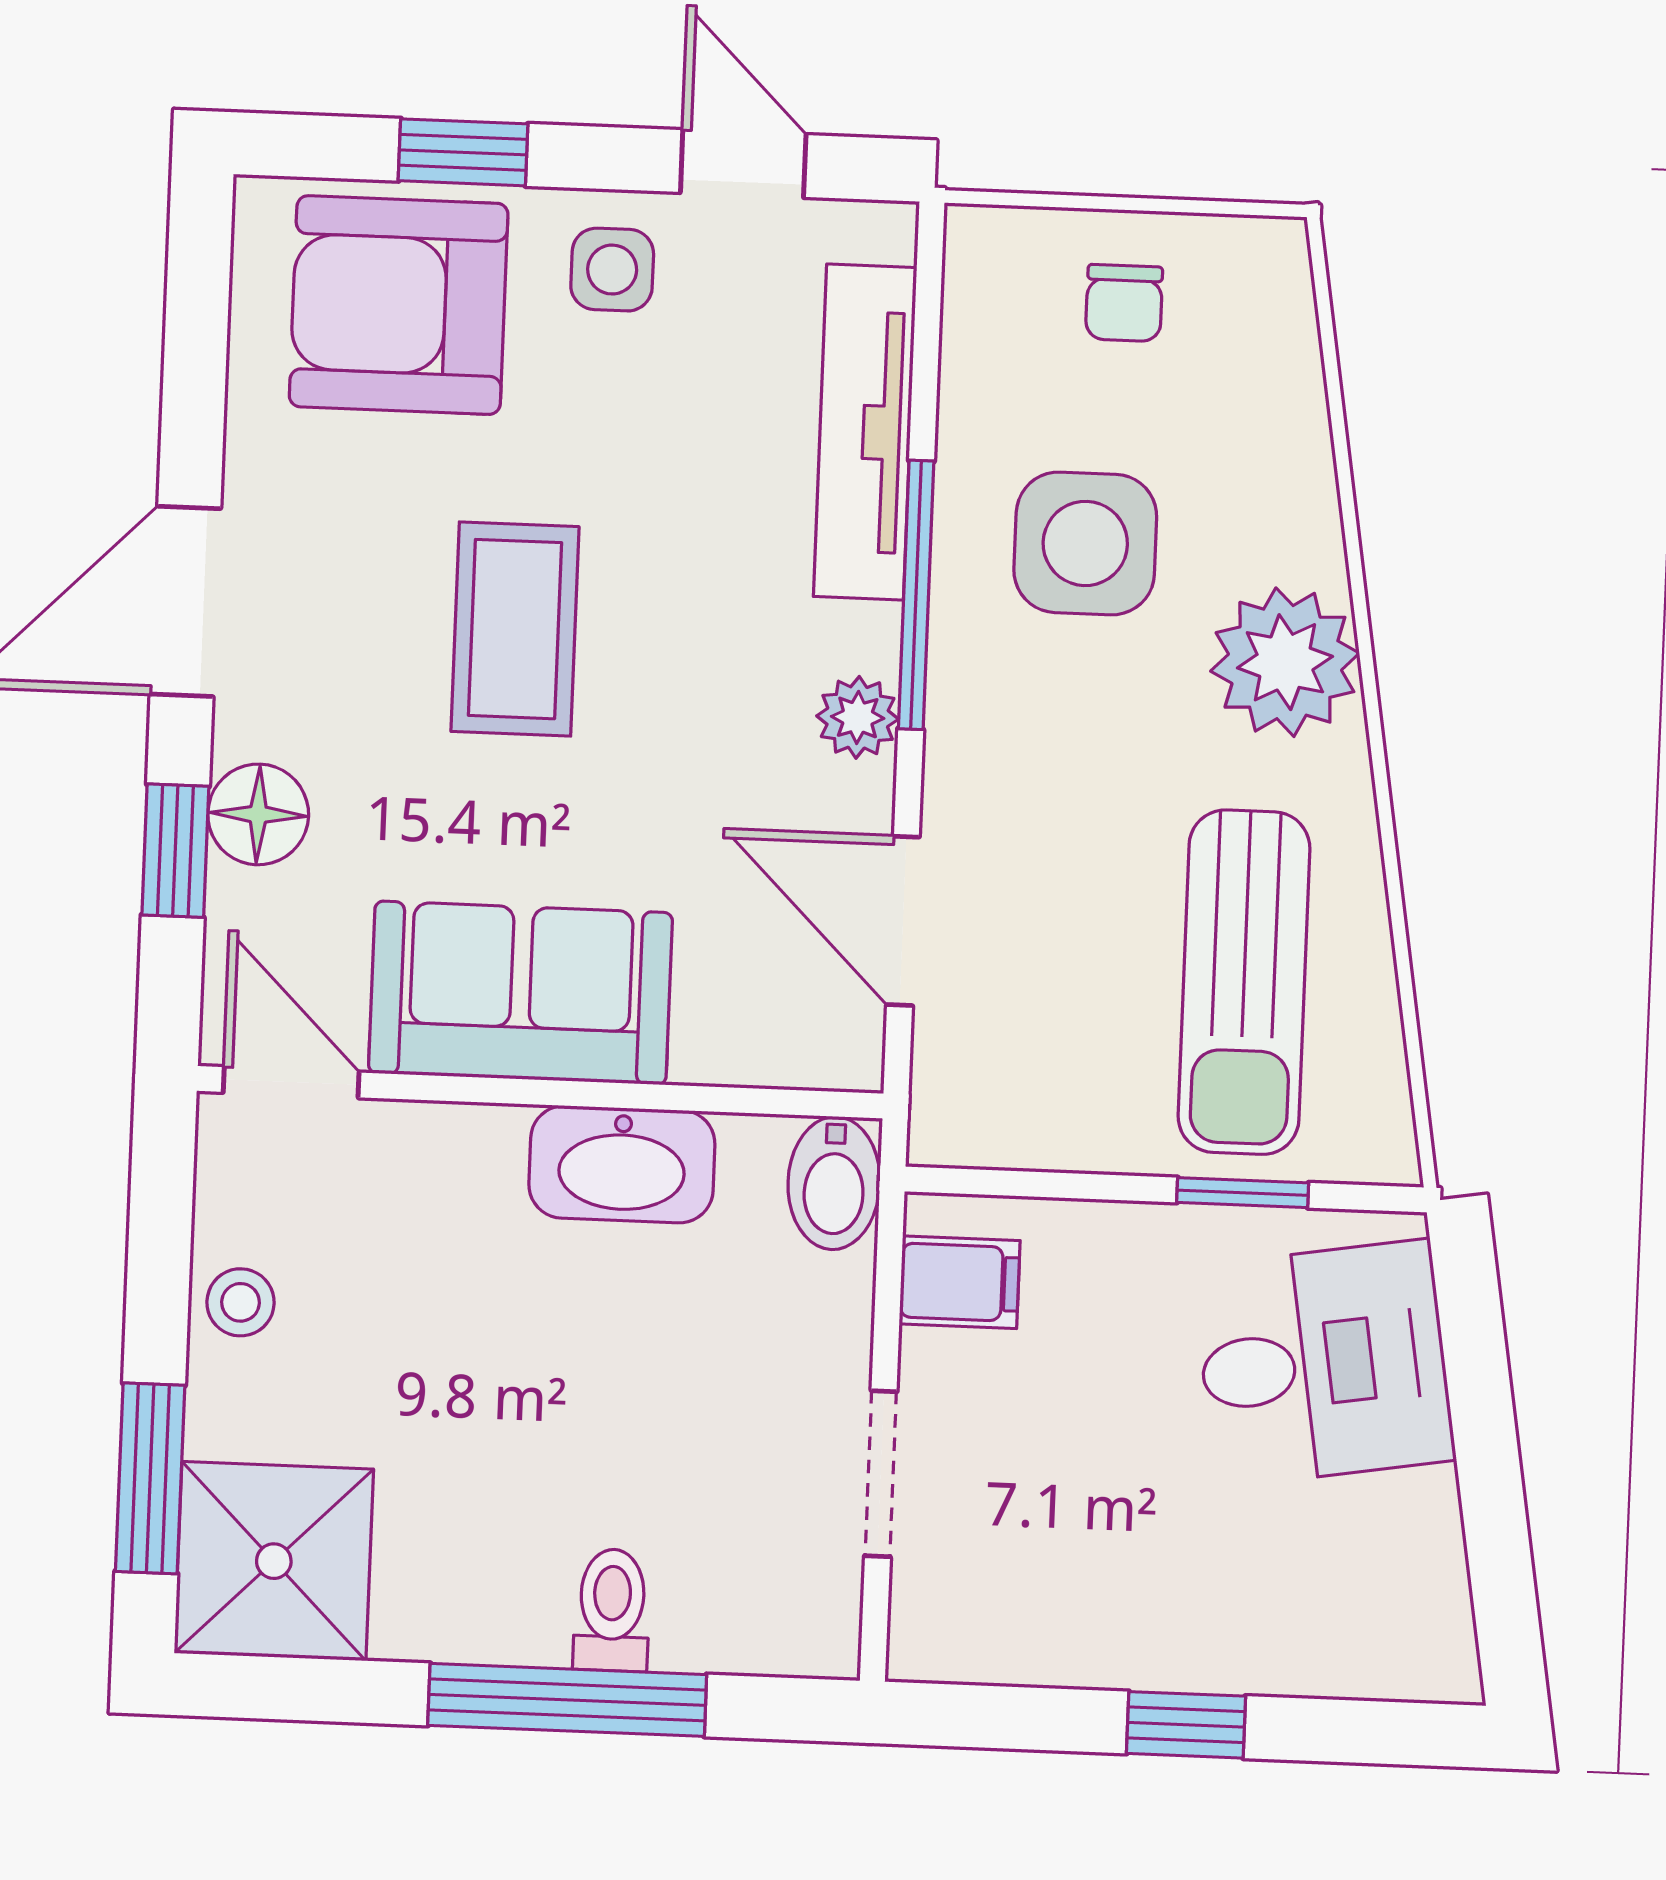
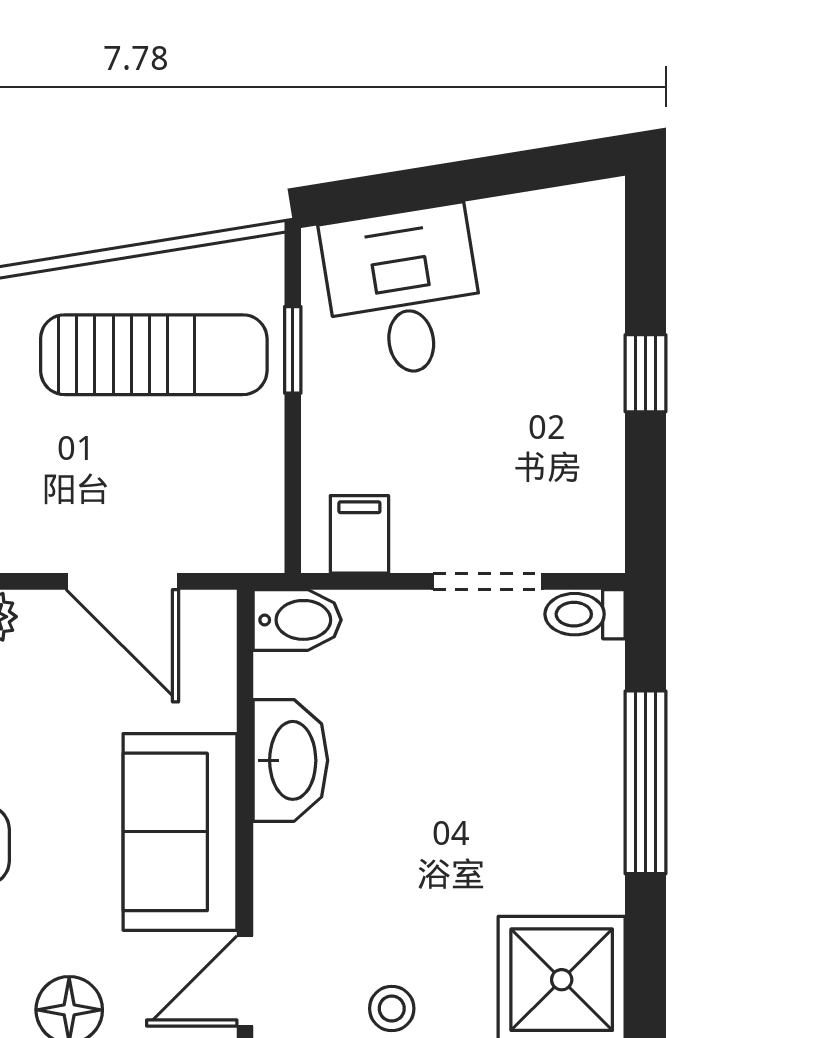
door: (903, 921) -> (122, 581), hinge flipped
toilet: (612, 1610) -> (585, 614), moved

